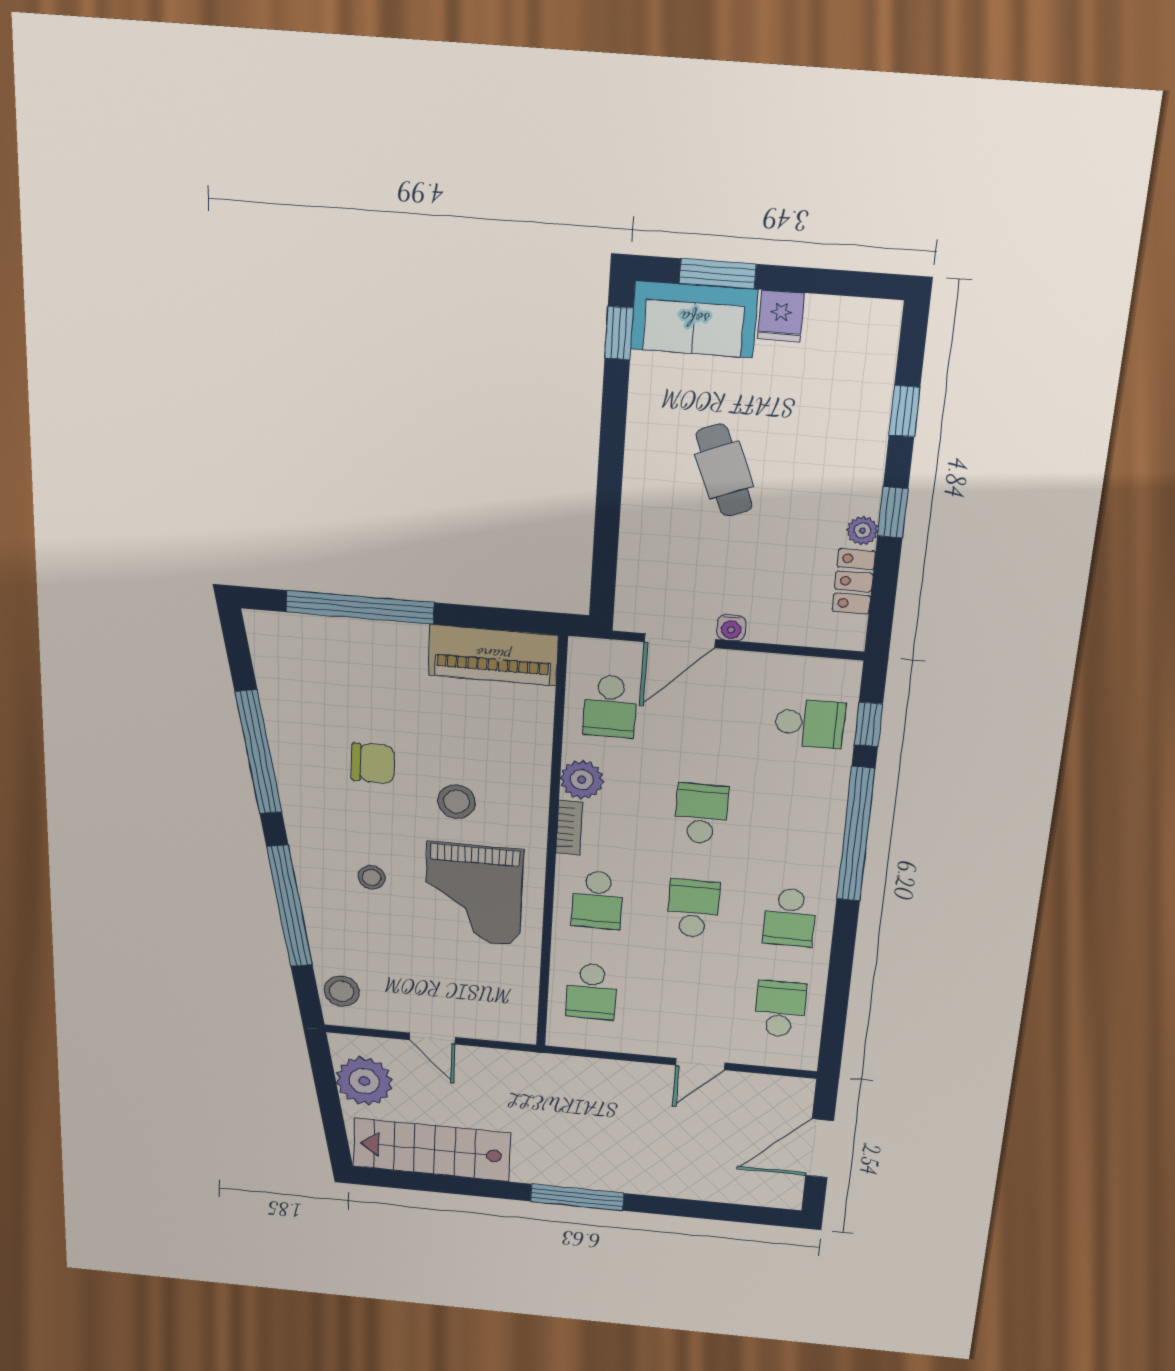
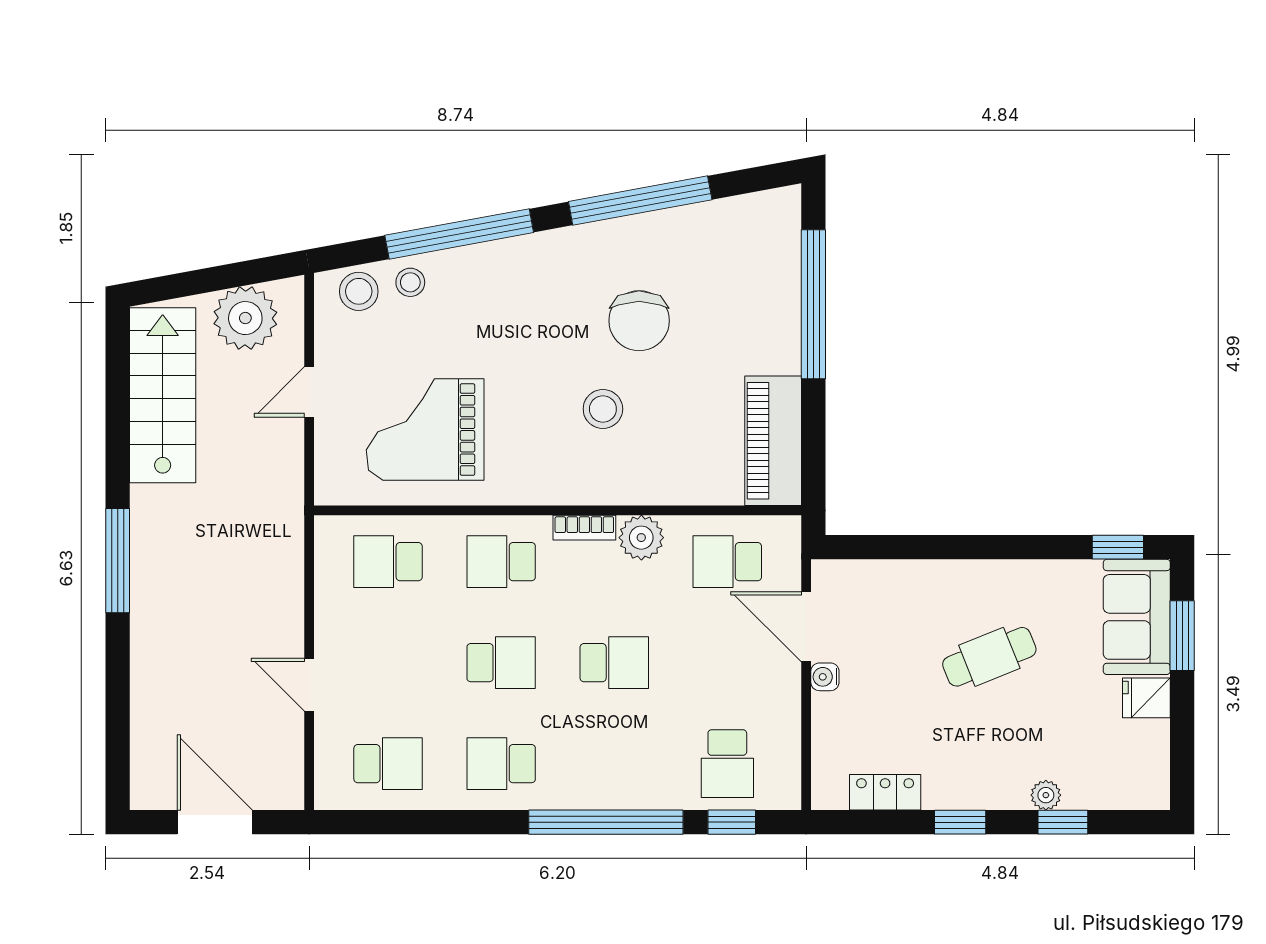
plant: (862, 531) -> (1046, 795), moved
chair: (373, 763) -> (639, 321), width x1.37, depth x1.37
stool: (372, 877) -> (410, 282), moved
grand piano: (474, 894) -> (425, 430), moved

